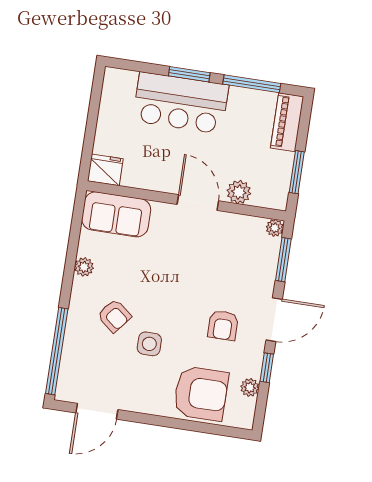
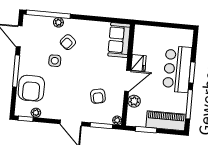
piano: (287, 122) -> (166, 121), width x1.37, depth x1.33
fridge: (105, 170) -> (138, 63), moved
plant: (84, 267) -> (58, 22), moved
armchair: (223, 325) -> (98, 96), moved, turned -101
window: (267, 368) -> (26, 119), moved
window: (165, 422) -> (16, 71), added

